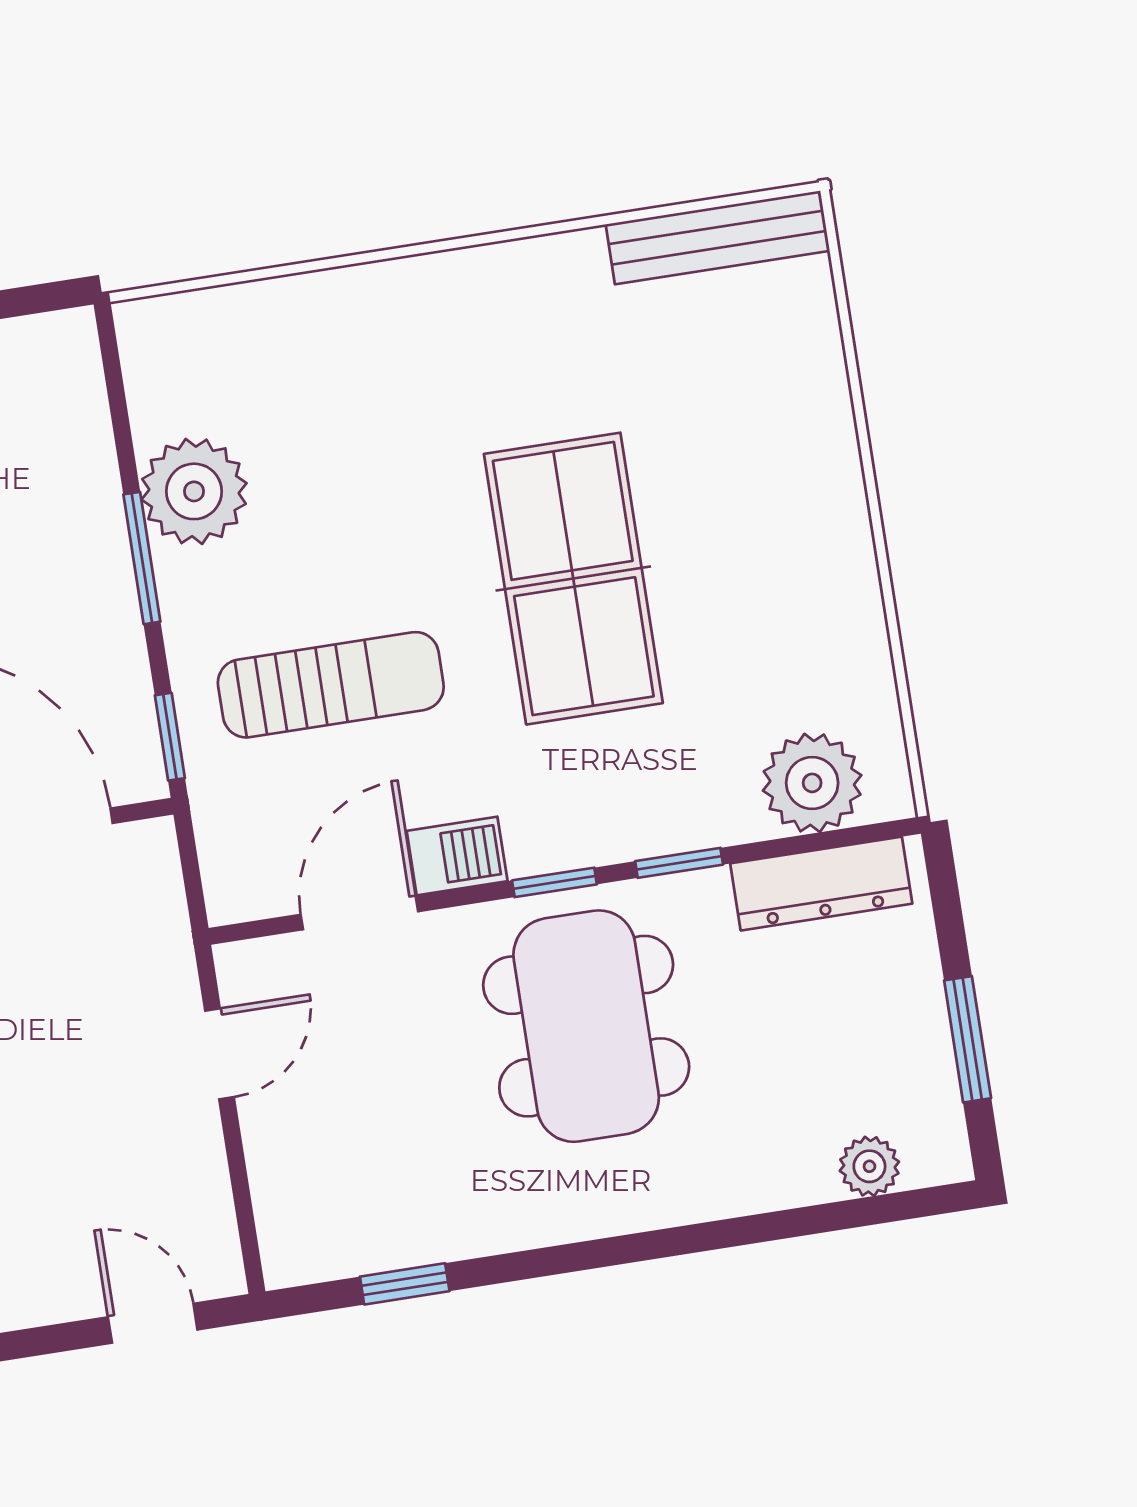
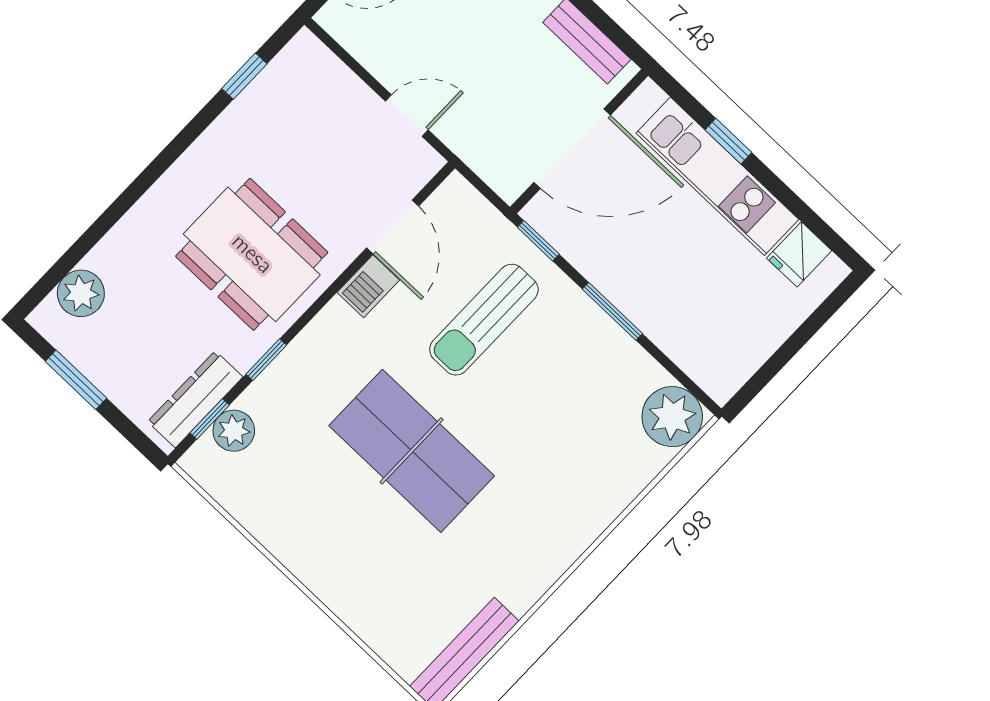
plant: (194, 491) -> (672, 417), moved
plant: (812, 783) -> (234, 431), width x0.73, depth x0.73
window: (554, 882) -> (210, 419), moved
door: (220, 1054) -> (407, 116), swing flipped
plant: (869, 1166) -> (81, 293), width x1.38, depth x1.38

